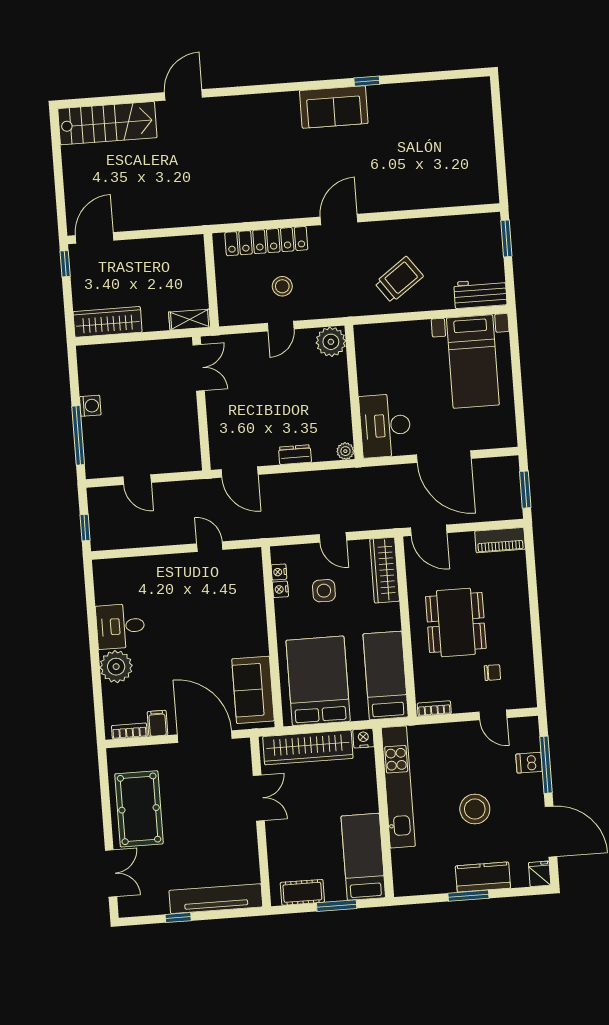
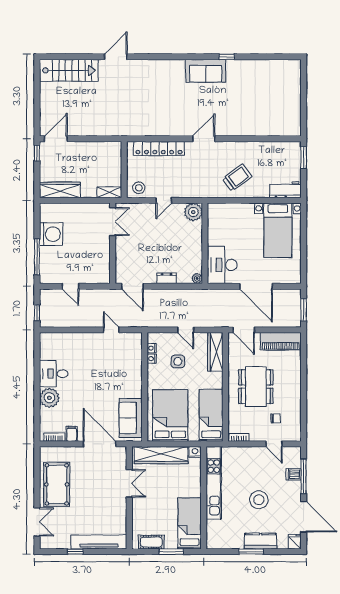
stool: (282, 286) -> (139, 188), moved
washing machine: (90, 406) -> (51, 234), width x1.89, depth x1.89
piano: (500, 540) -> (281, 341), width x1.37, depth x1.33

